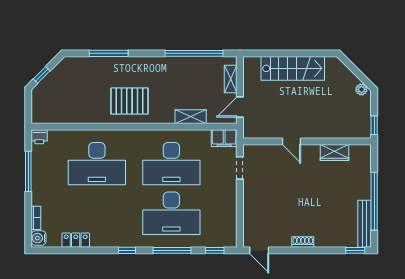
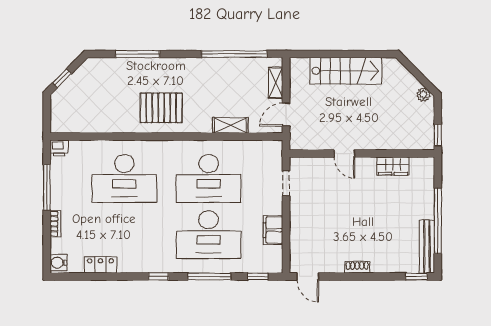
filing cabinet: (224, 138) -> (273, 230), moved, turned 90
bookcase: (36, 218) -> (55, 224), moved

